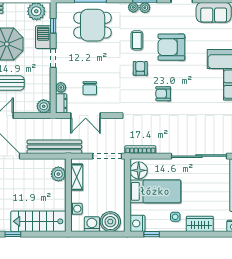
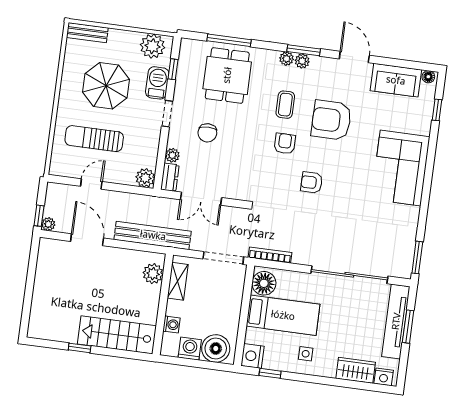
dining table: (93, 25) -> (227, 75), turned 90
chair: (90, 88) -> (207, 133), moved
wardrobe: (200, 224) -> (356, 370), moved

